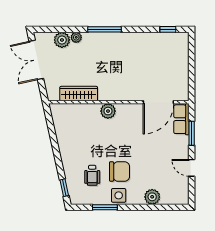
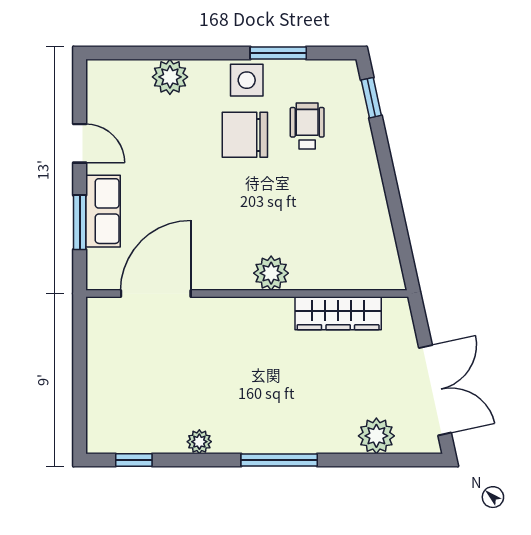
plant: (76, 37) -> (199, 442), moved
row of seats: (181, 119) -> (103, 211), moved

